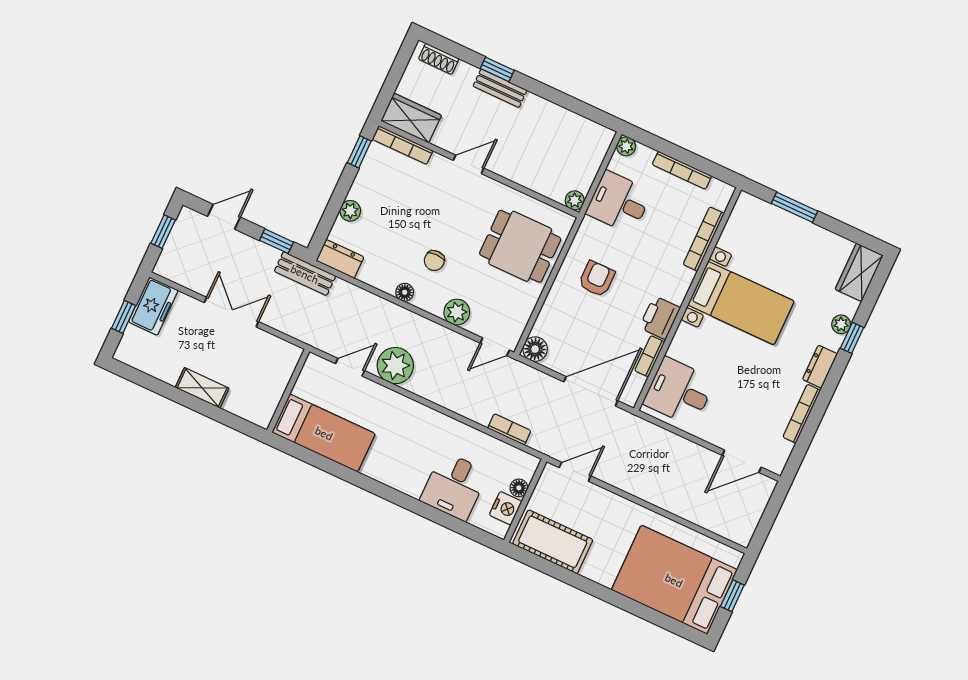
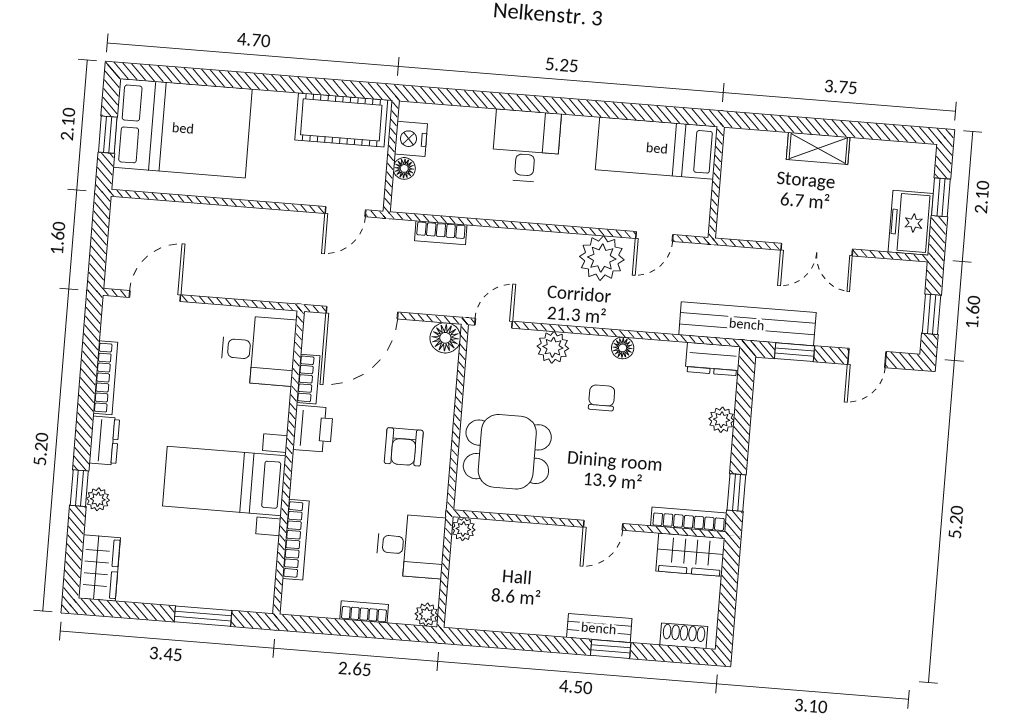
bookcase: (682, 170) -> (364, 612), width x0.64
bench: (305, 274) -> (747, 324), width x1.86, depth x1.21
desk: (454, 486) -> (526, 146), moved

